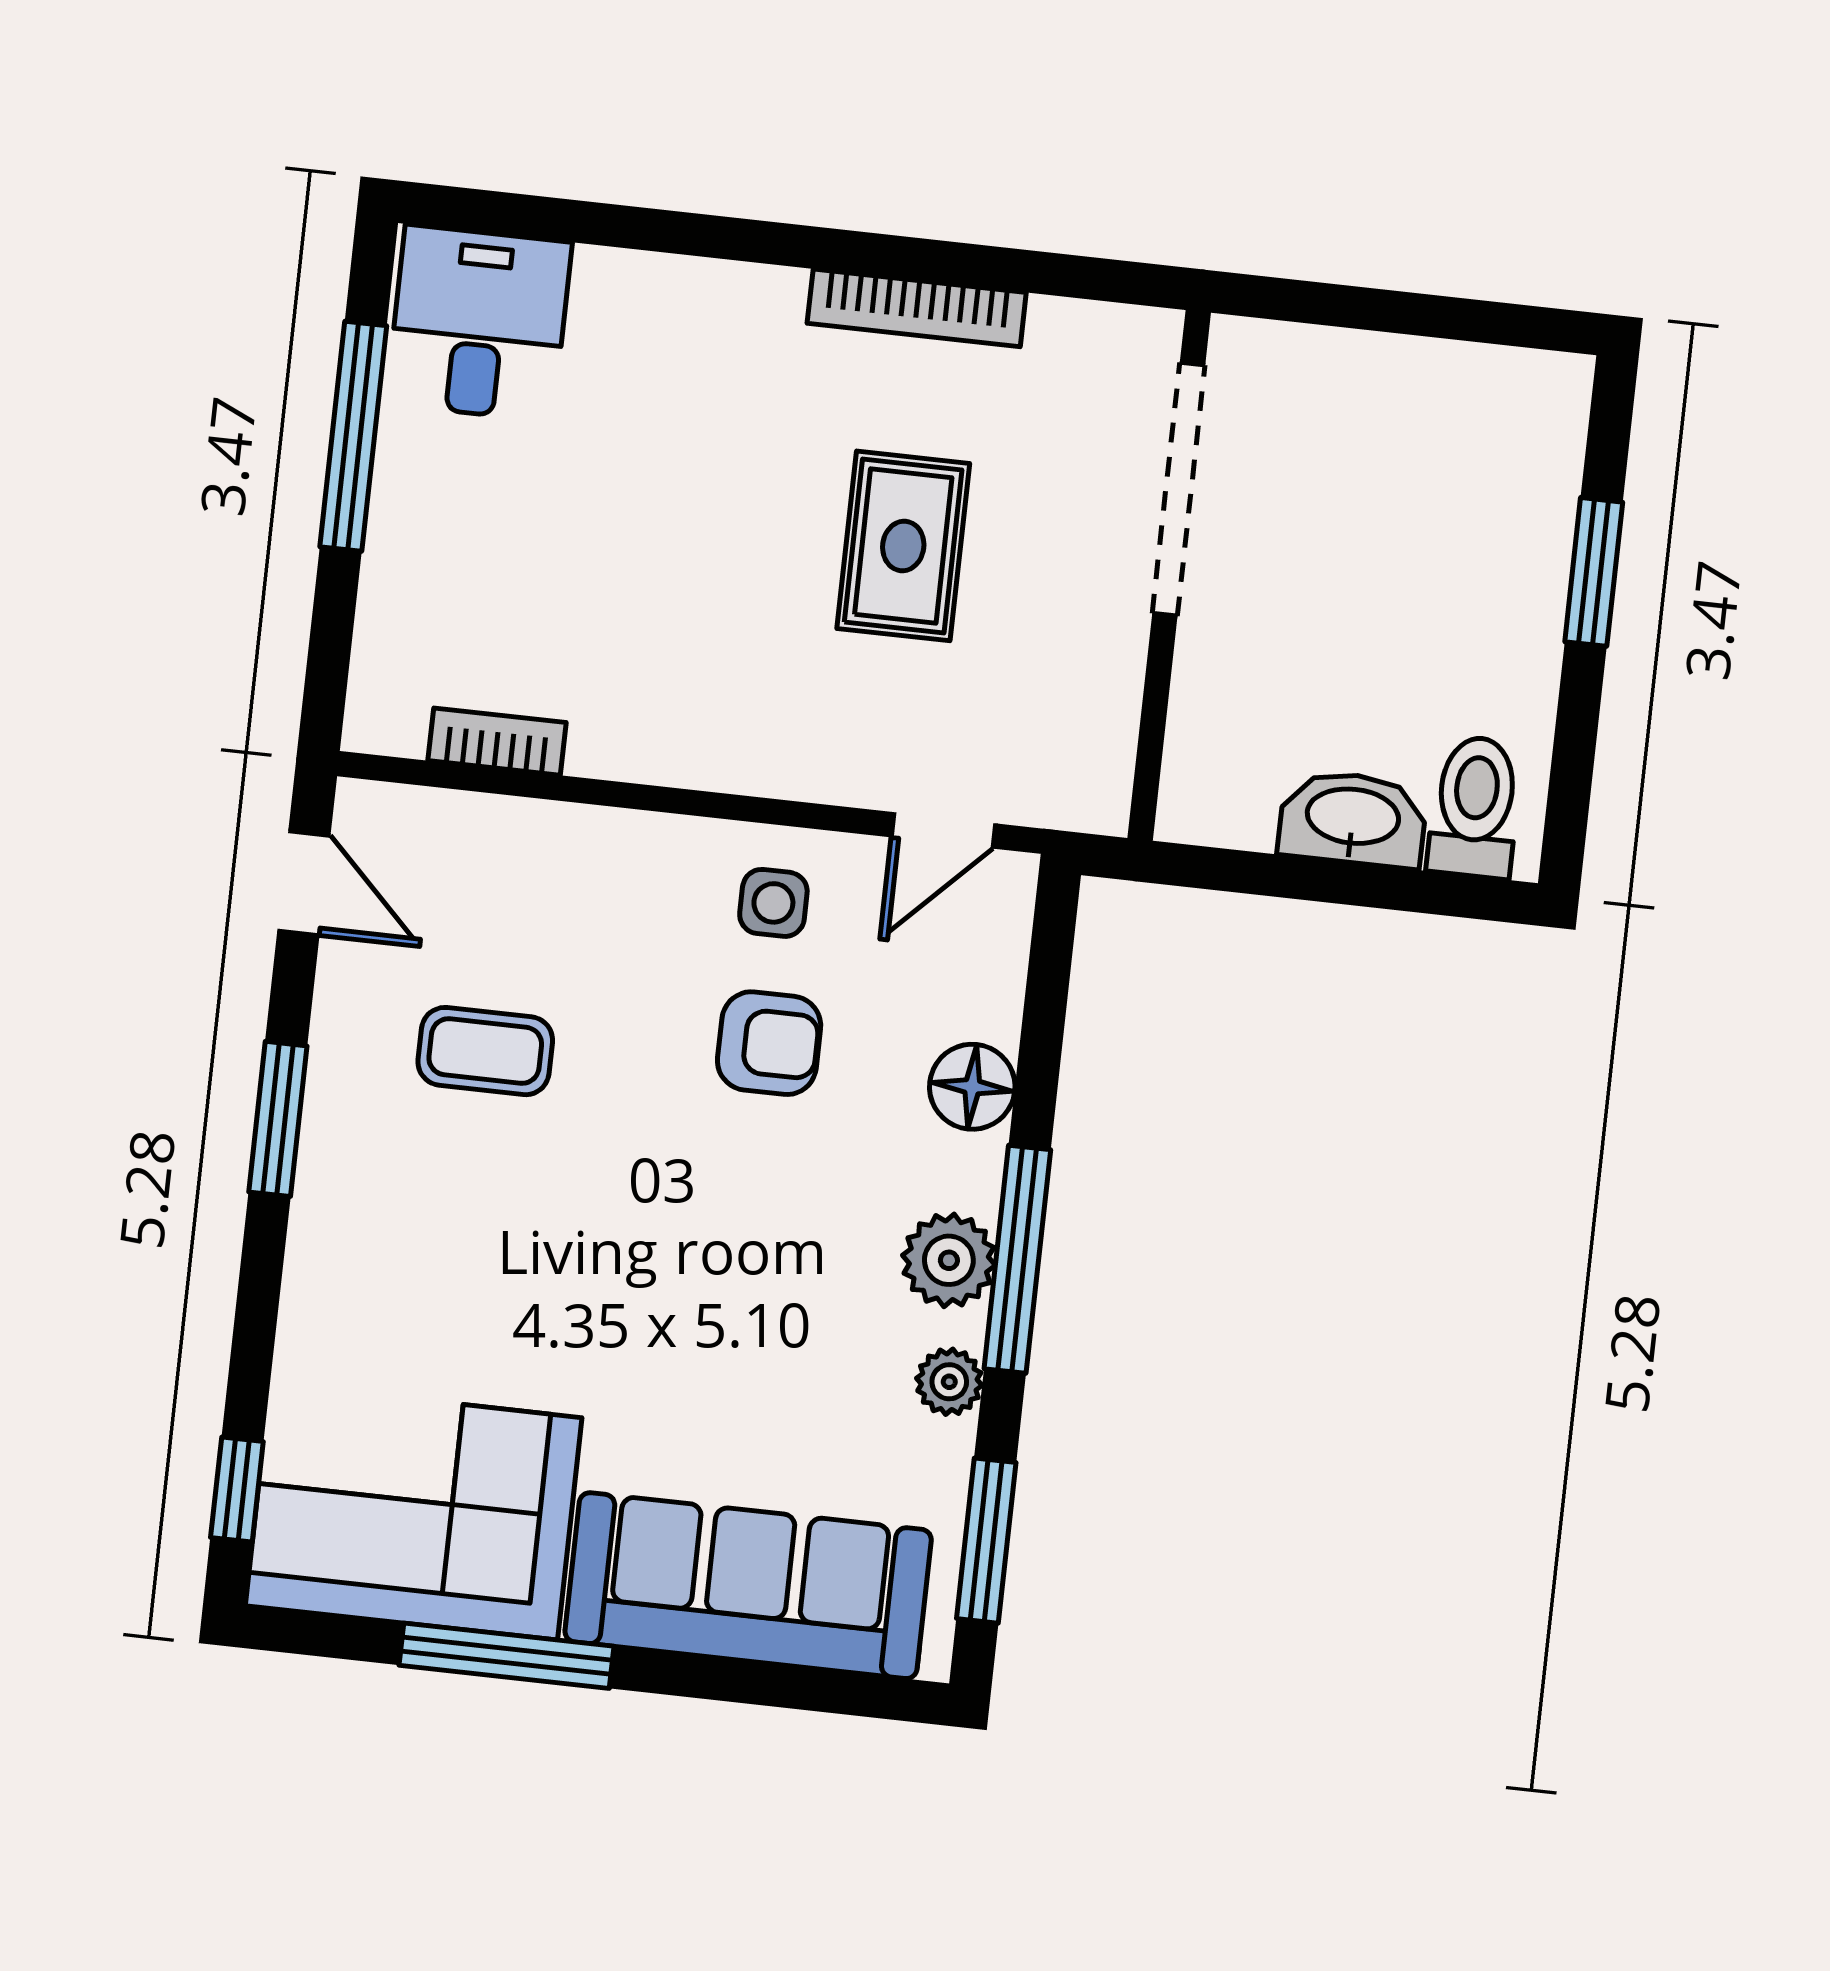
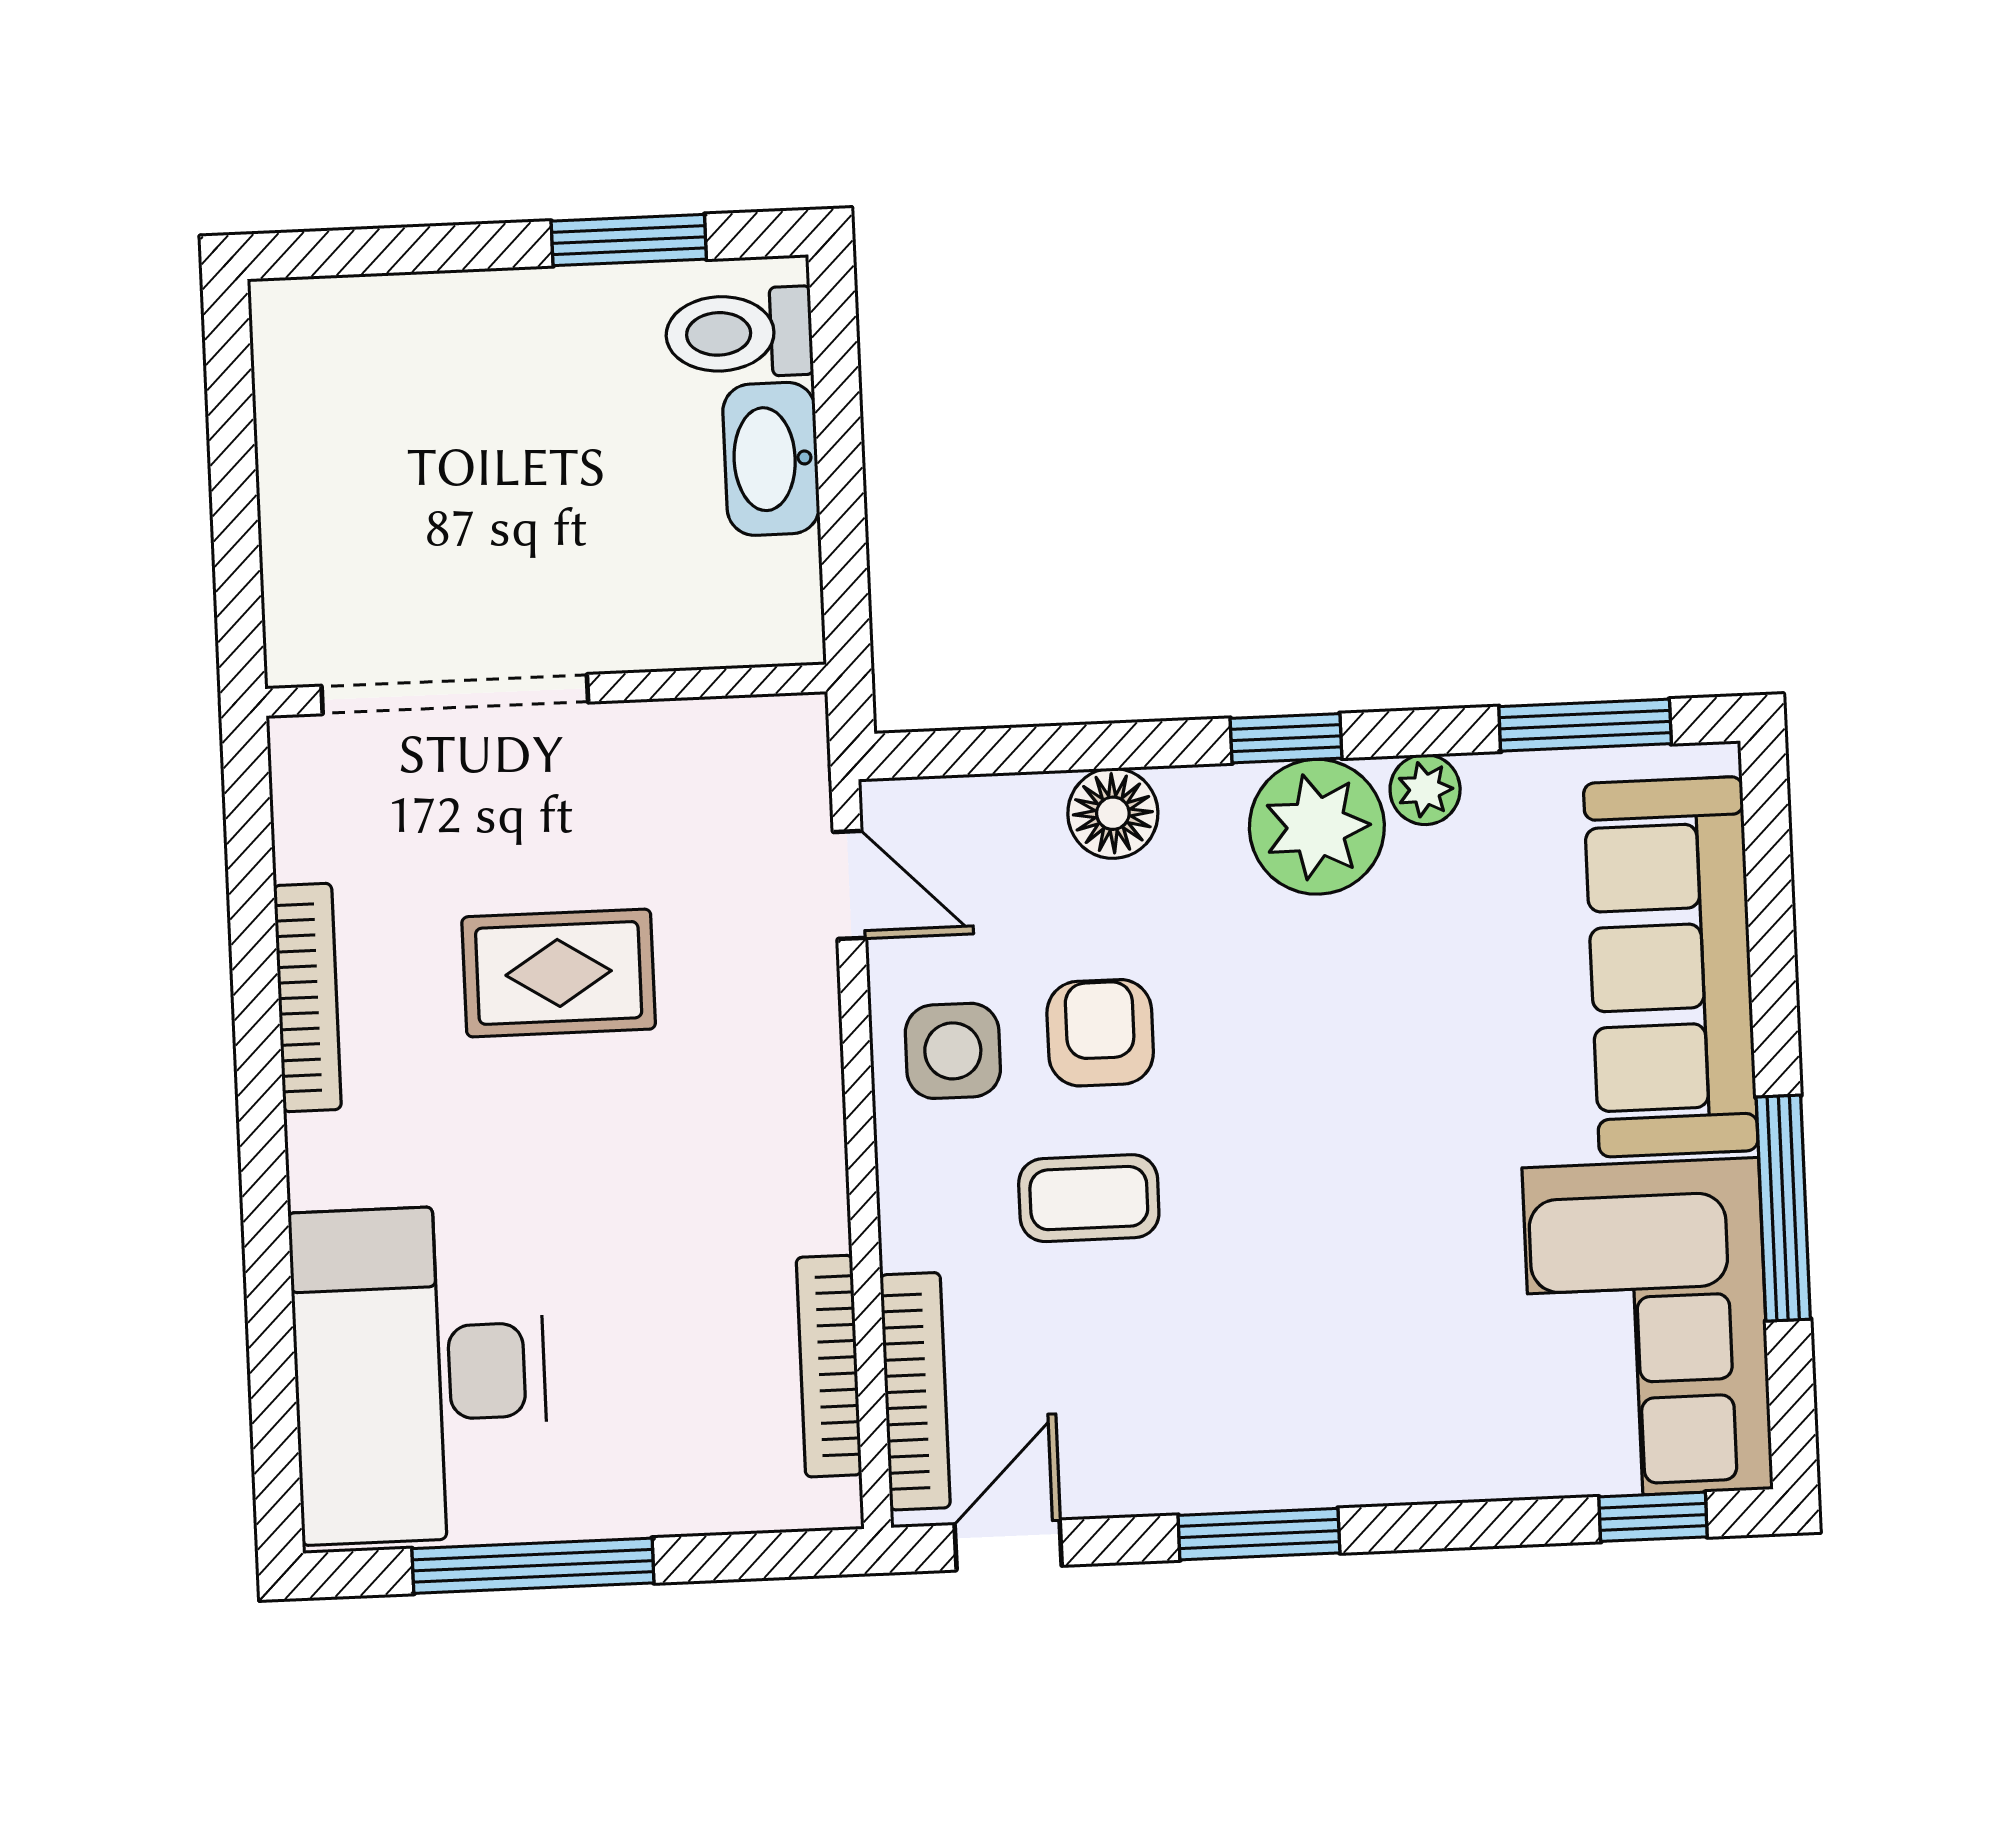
desk: (479, 323) -> (420, 1374), width x1.87, depth x1.30
window: (1594, 572) -> (629, 240), moved
bookcase: (497, 742) -> (829, 1366), width x1.56
bookcase: (461, 818) -> (915, 1391), added
side table: (773, 903) -> (953, 1051), width x1.37, depth x1.37
coffee table: (485, 1051) -> (1089, 1198), moved, turned 90
window: (1017, 1259) -> (1286, 738), width x0.46
plant: (949, 1260) -> (1317, 827), width x1.36, depth x1.36

